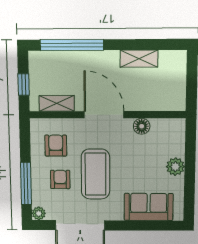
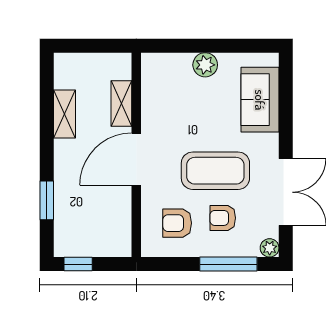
window: (72, 45) -> (47, 200), width x0.47
window: (24, 85) -> (78, 264), moved
shelving: (57, 103) -> (121, 104), moved
floor lamp: (142, 126) -> (152, 110), removed

